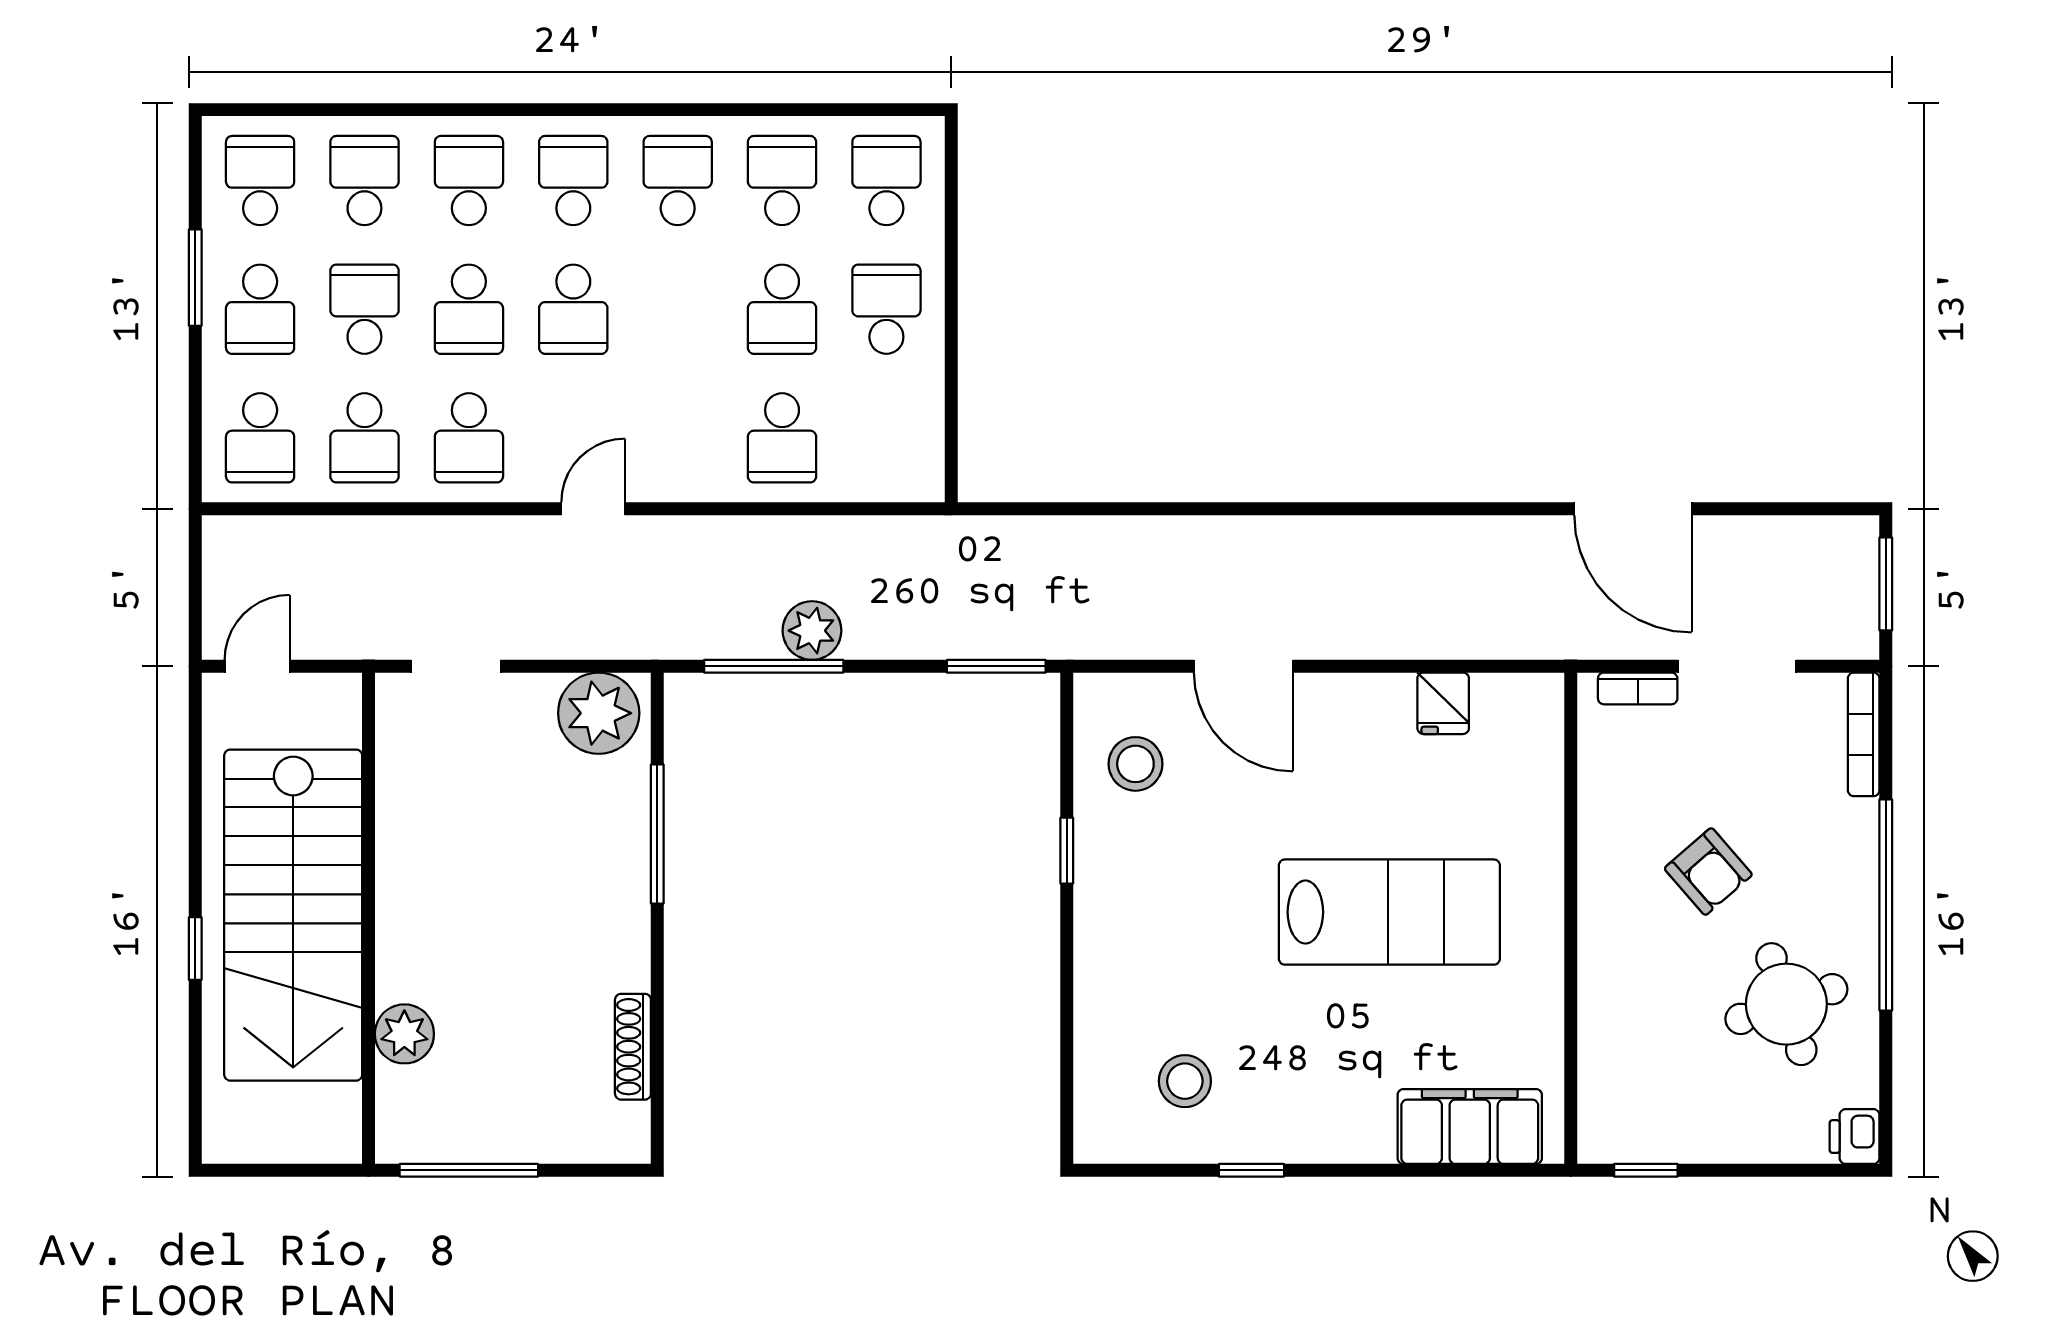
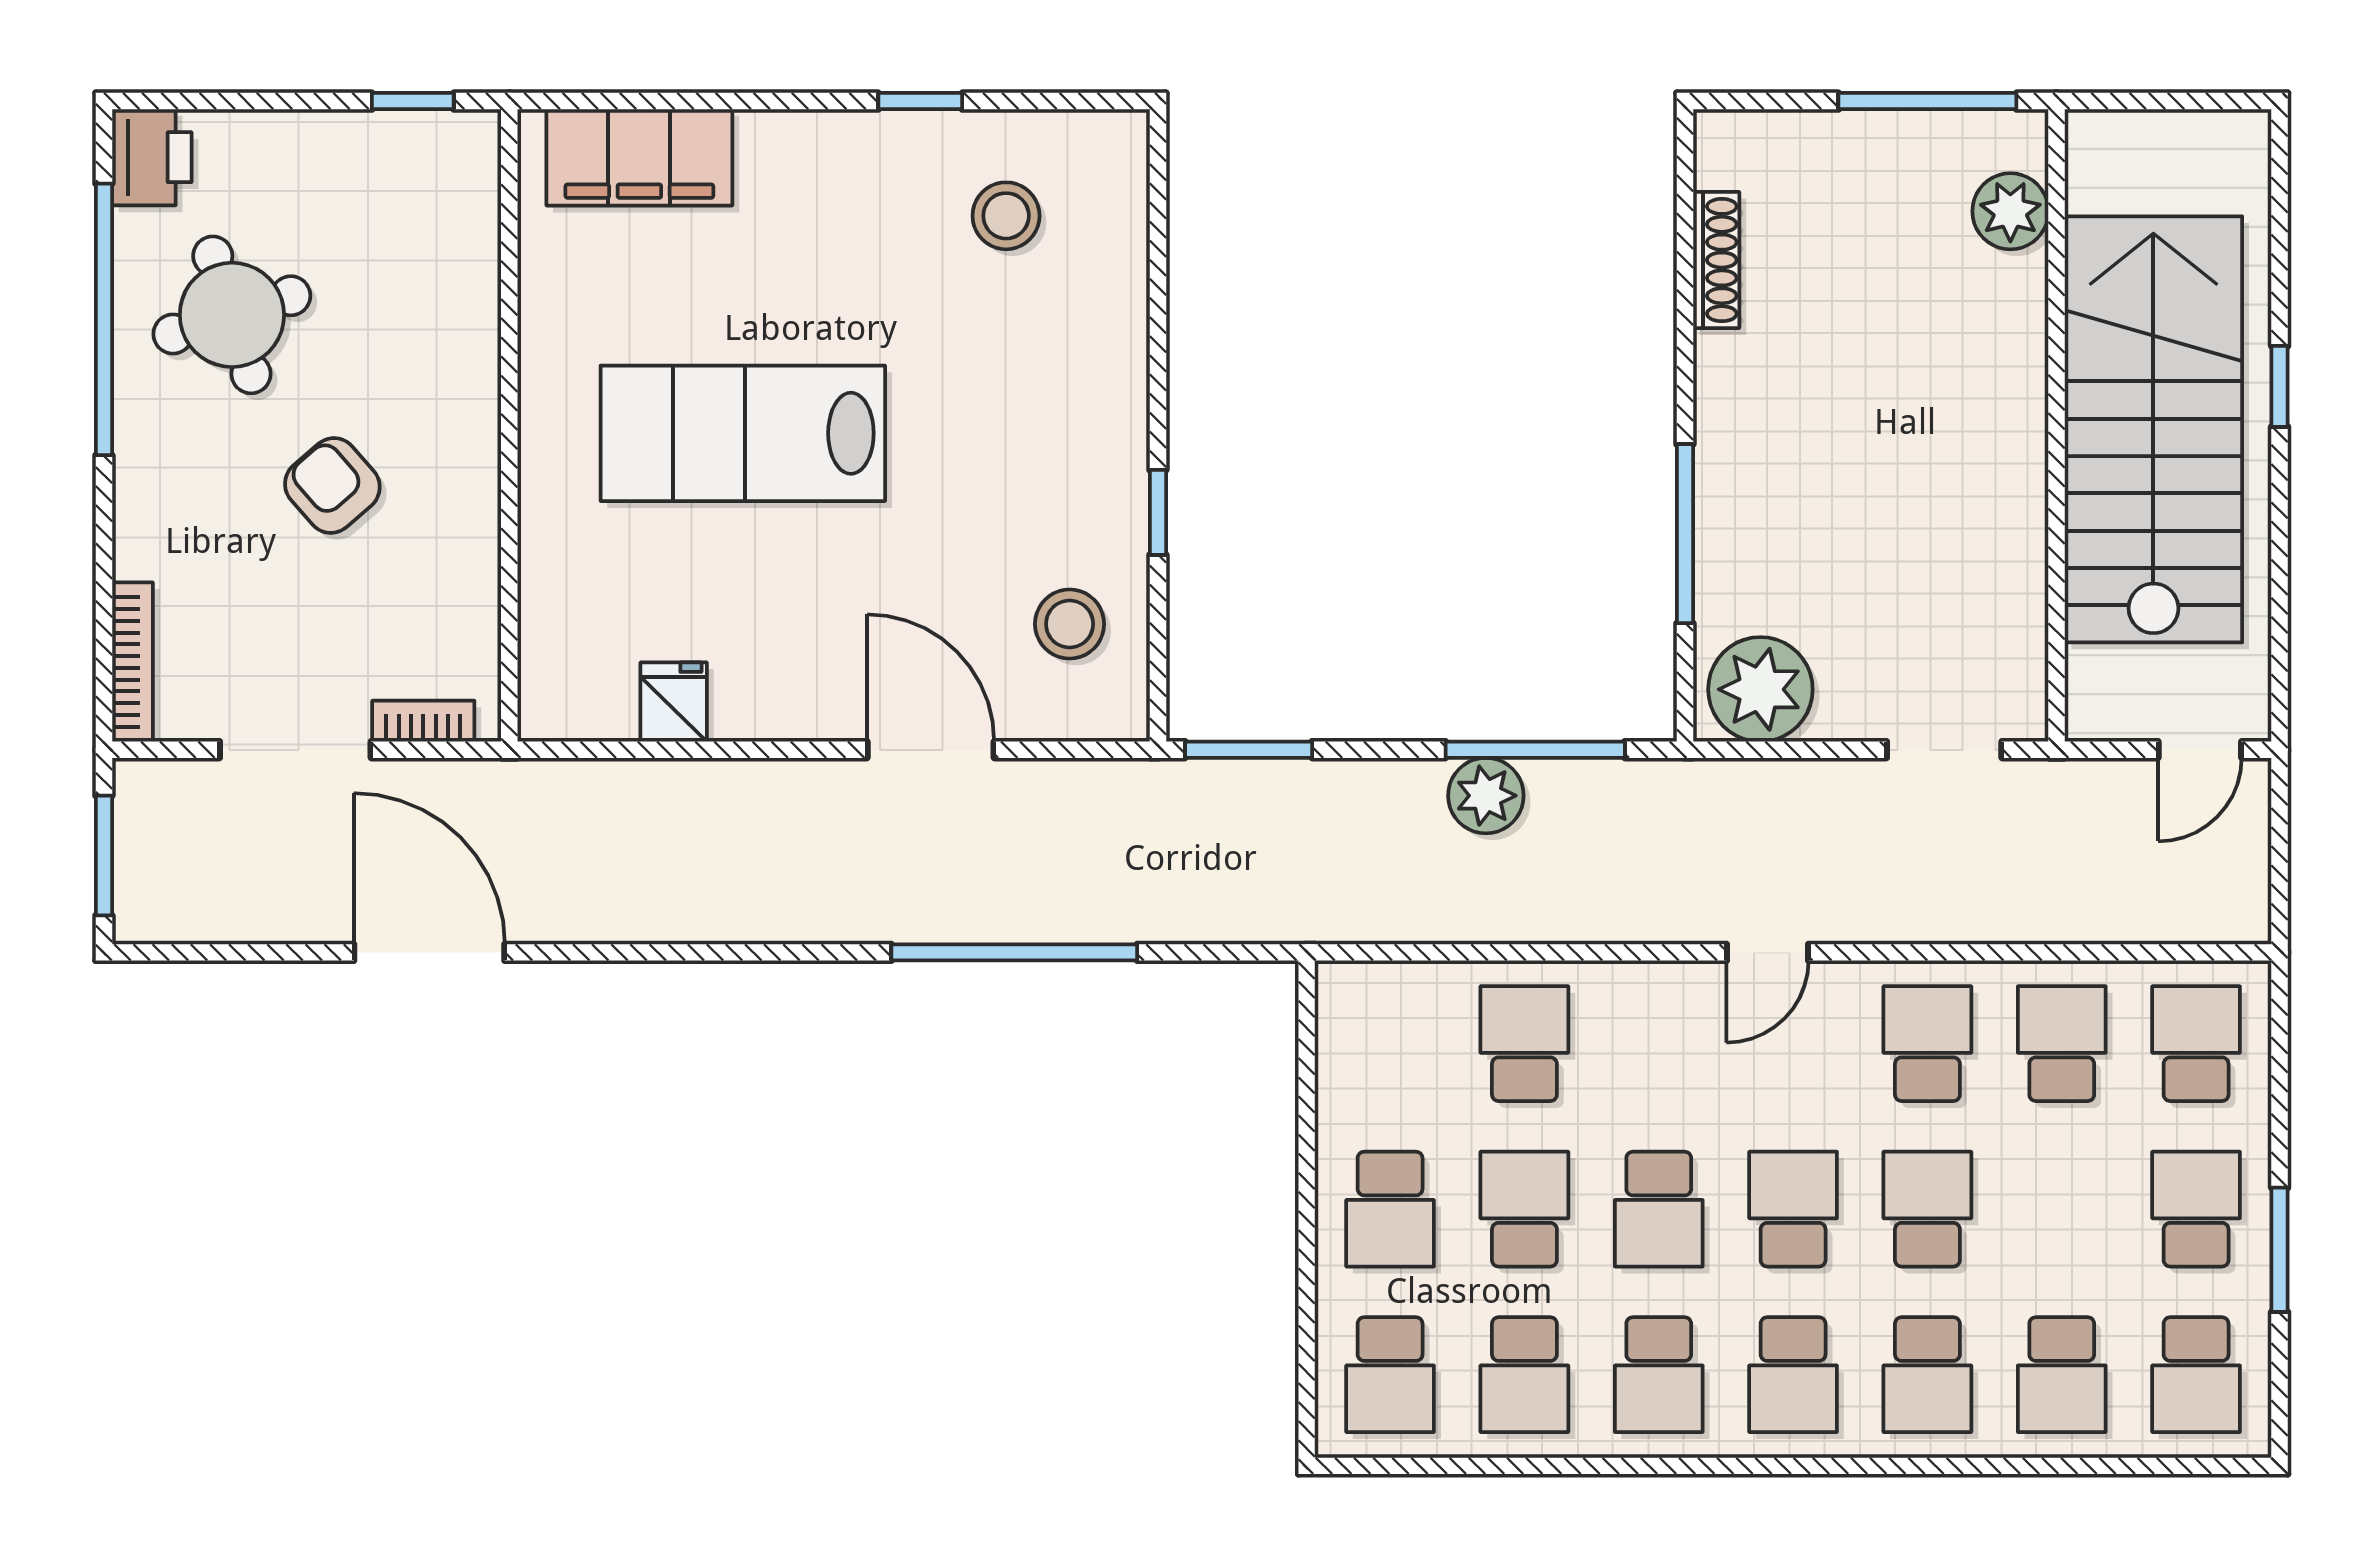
school desk: (364, 309) -> (1659, 1209), moved
window: (1178, 509) -> (1014, 952), added
window: (1886, 905) -> (104, 319), moved
plant: (404, 1034) -> (2010, 211), moved
printer: (1855, 1137) -> (152, 157), width x1.36, depth x1.24

